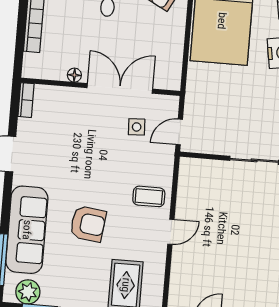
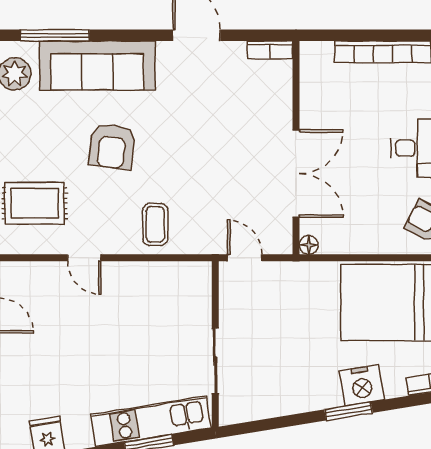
floor lamp: (74, 75) -> (309, 245), moved
side table: (137, 127) -> (247, 200), removed
door: (171, 232) -> (84, 258), moved

